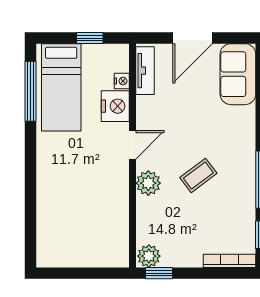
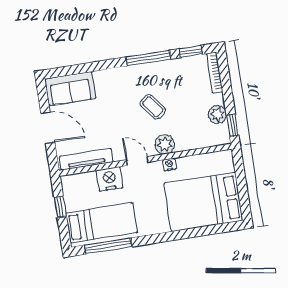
tv unit: (145, 71) -> (86, 159), width x1.41
nightstand: (122, 81) -> (169, 165), moved
bed: (68, 221) -> (203, 202), added
plant: (149, 256) -> (217, 115), moved

